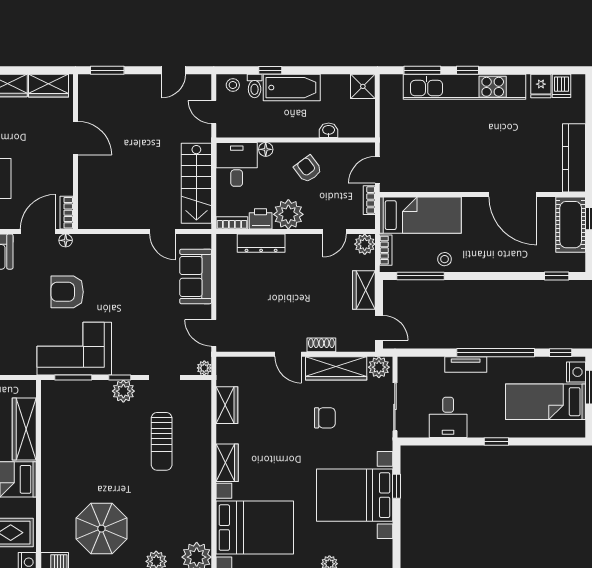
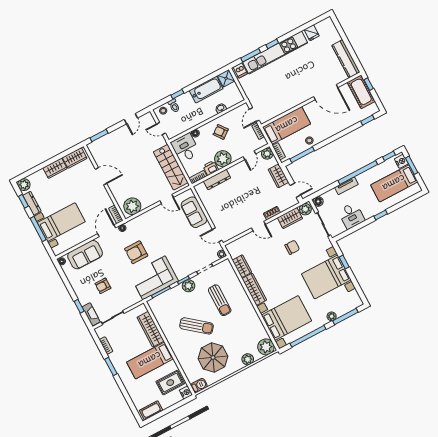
dishwasher: (561, 86) -> (240, 70), moved
bathtub: (292, 88) -> (206, 90), moved
plant: (100, 214) -> (132, 206), added
floor lamp: (406, 366) -> (318, 201), added
wardrobe: (336, 368) -> (290, 218), width x0.67
sun lounger: (102, 463) -> (197, 326), added
wardrobe: (227, 463) -> (254, 289), width x1.50

